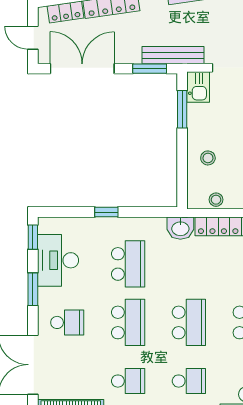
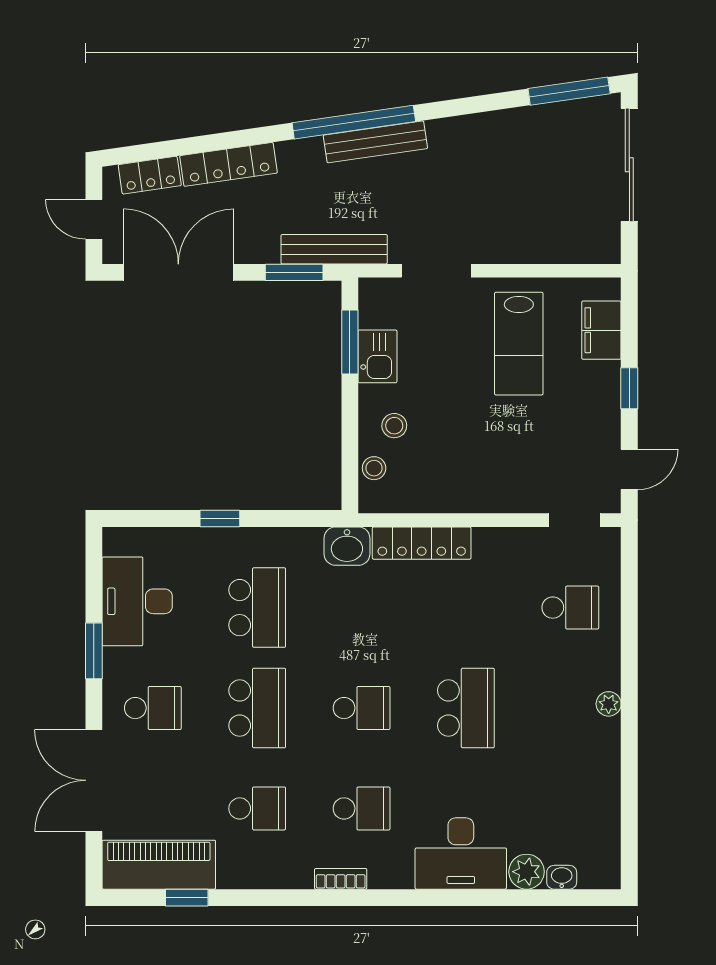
kitchen sink: (198, 87) -> (378, 356), moved
stool: (216, 200) -> (374, 468), moved
window: (33, 237) -> (94, 561), removed
school desk: (189, 322) -> (362, 708), width x0.54

